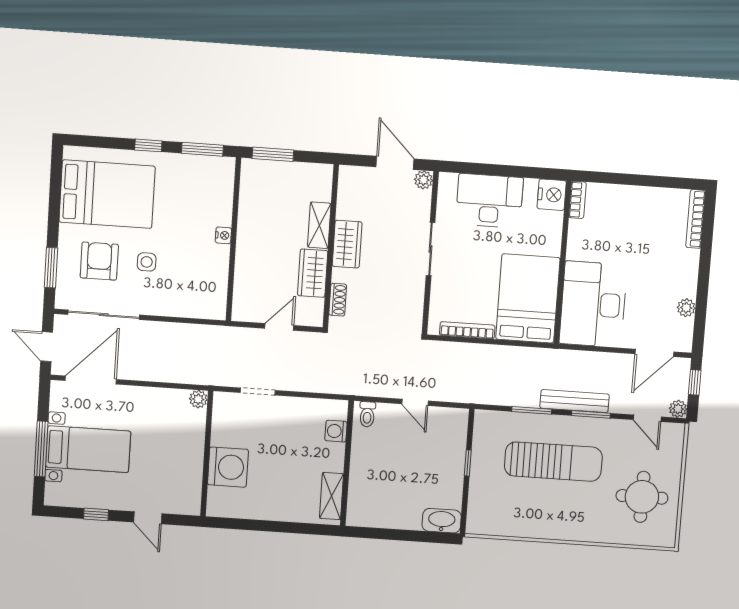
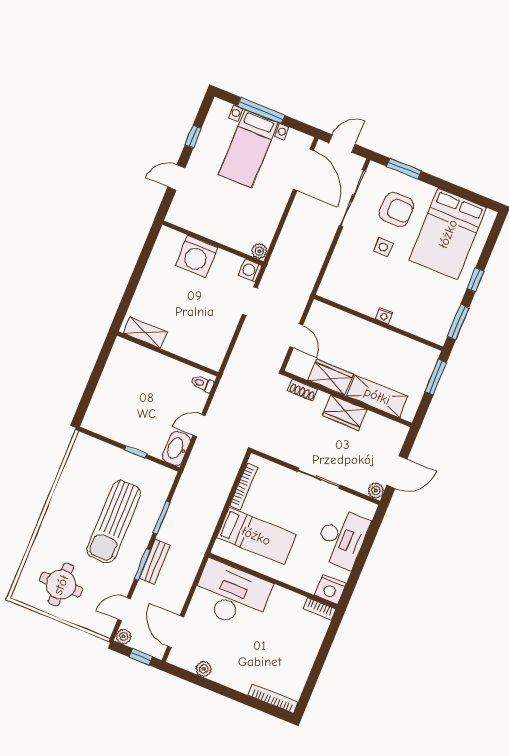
shelving: (319, 225) -> (377, 396), width x1.50, depth x1.33
bed: (528, 298) -> (256, 536), width x0.67
bench: (575, 401) -> (155, 562), width x0.73
washing machine: (336, 431) -> (250, 270), moved, turned -90
washbasin: (442, 521) -> (176, 448), moved, turned 180

